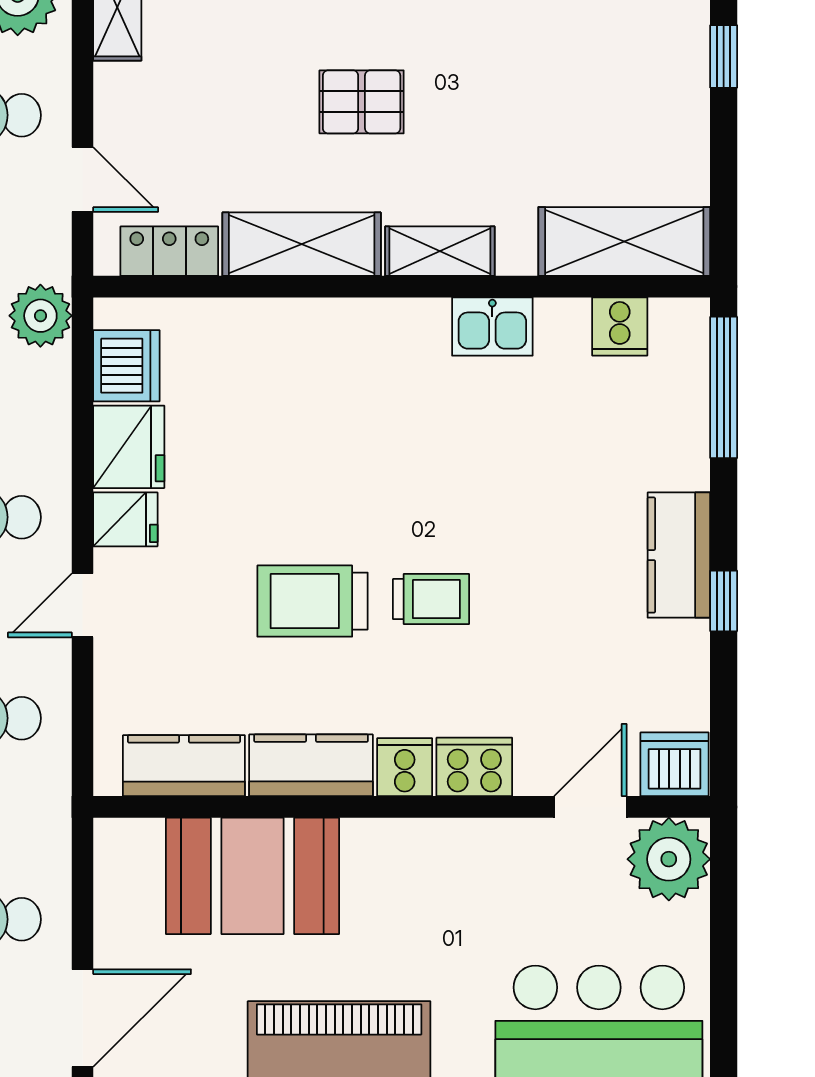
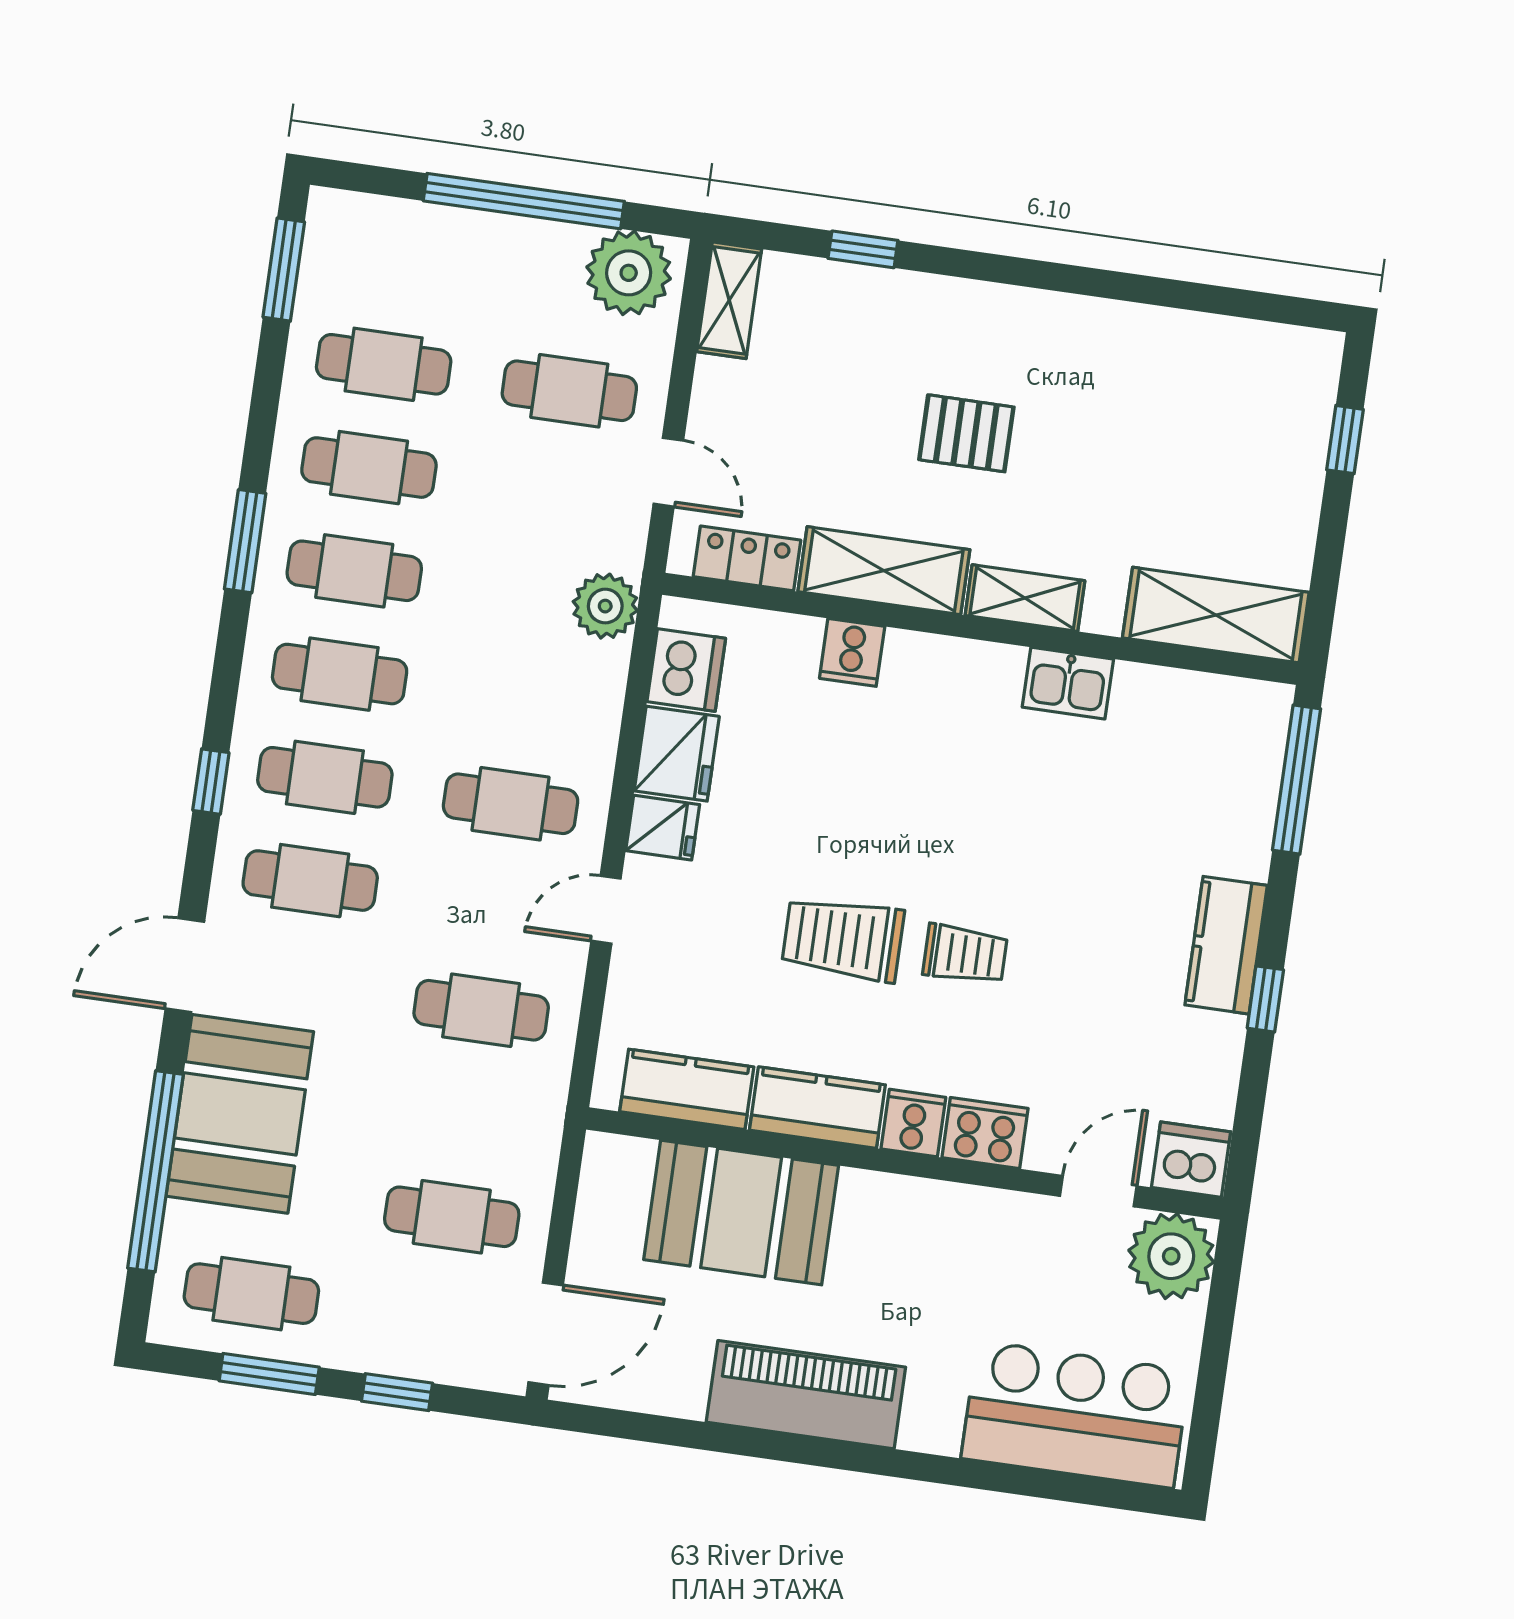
cooker: (620, 326) -> (852, 652), moved

